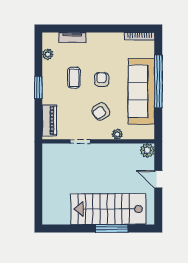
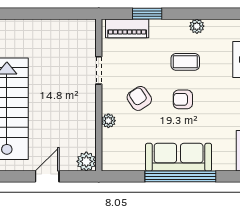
plant: (48, 54) -> (197, 26), moved
armchair: (102, 79) -> (183, 99), turned 180
window: (38, 88) -> (147, 14), moved
sofa: (141, 91) -> (179, 157), width x0.74, depth x0.79

